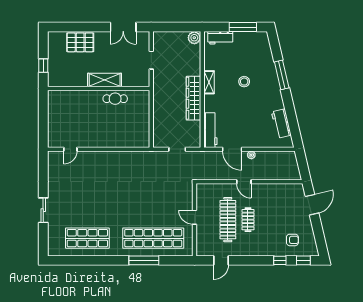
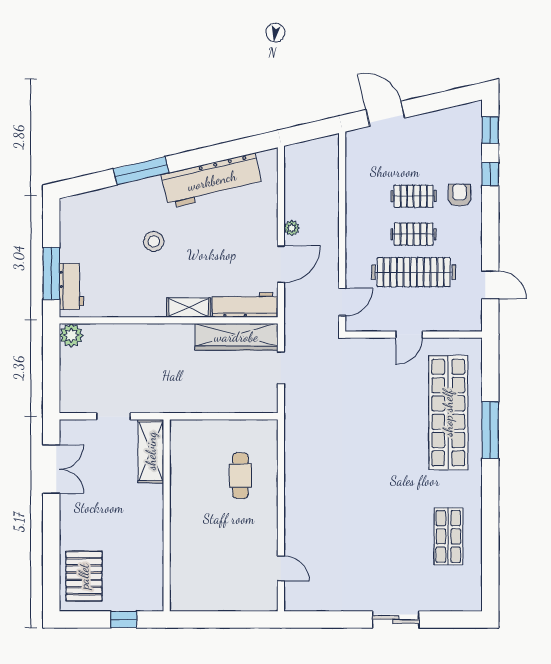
window: (243, 27) -> (51, 273), moved
pallet: (80, 42) -> (84, 576), moved
shelving: (105, 80) -> (151, 451), moved
shelving: (209, 82) -> (189, 307), moved
wardrobe: (193, 98) -> (236, 337), moved
cafe table: (115, 99) -> (240, 476), moved
workbench: (281, 124) -> (212, 181), width x1.88, depth x1.32
door: (244, 182) -> (342, 302), moved
clothes rail: (268, 220) -> (414, 196), added
shop shelf: (87, 238) -> (448, 536), width x0.70, depth x0.74
armchair: (292, 240) -> (460, 195), moved

